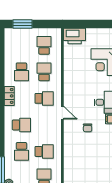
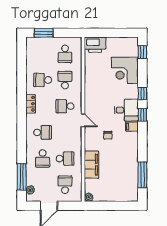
school desk: (44, 45) -> (65, 54), turned 180
school desk: (21, 72) -> (43, 80), turned 90
school desk: (44, 98) -> (65, 106), turned 180
filing cabinet: (71, 158) -> (91, 165), added

